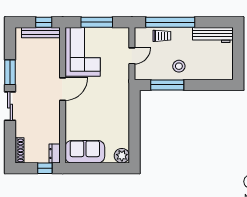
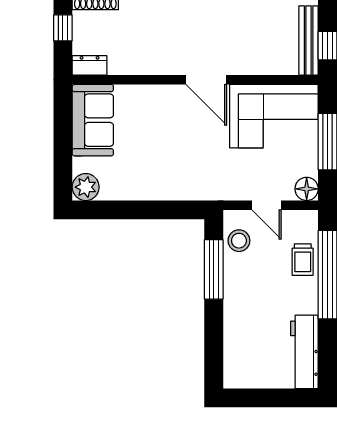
floor lamp: (123, 34) -> (307, 189), added
stool: (179, 66) -> (239, 241), moved
window: (45, 168) -> (63, 28), moved

